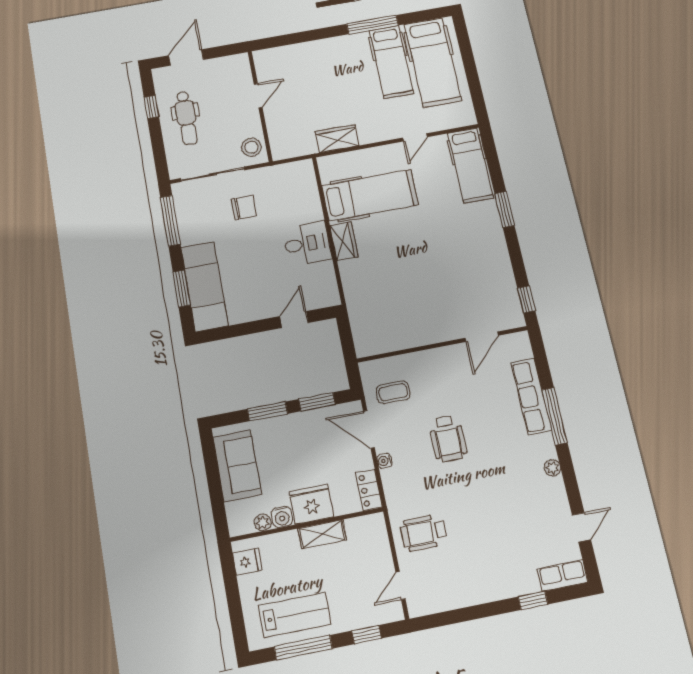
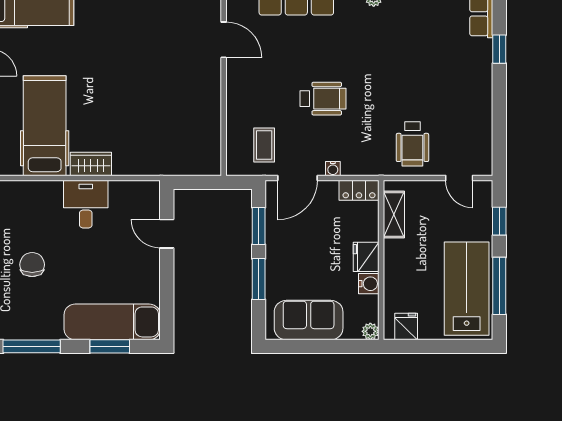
fridge: (311, 504) -> (366, 257), width x0.73, depth x0.75
plant: (263, 522) -> (370, 331), moved
shelving: (322, 534) -> (394, 215), moved
lab bench: (295, 615) -> (467, 289), width x1.36, depth x1.39

